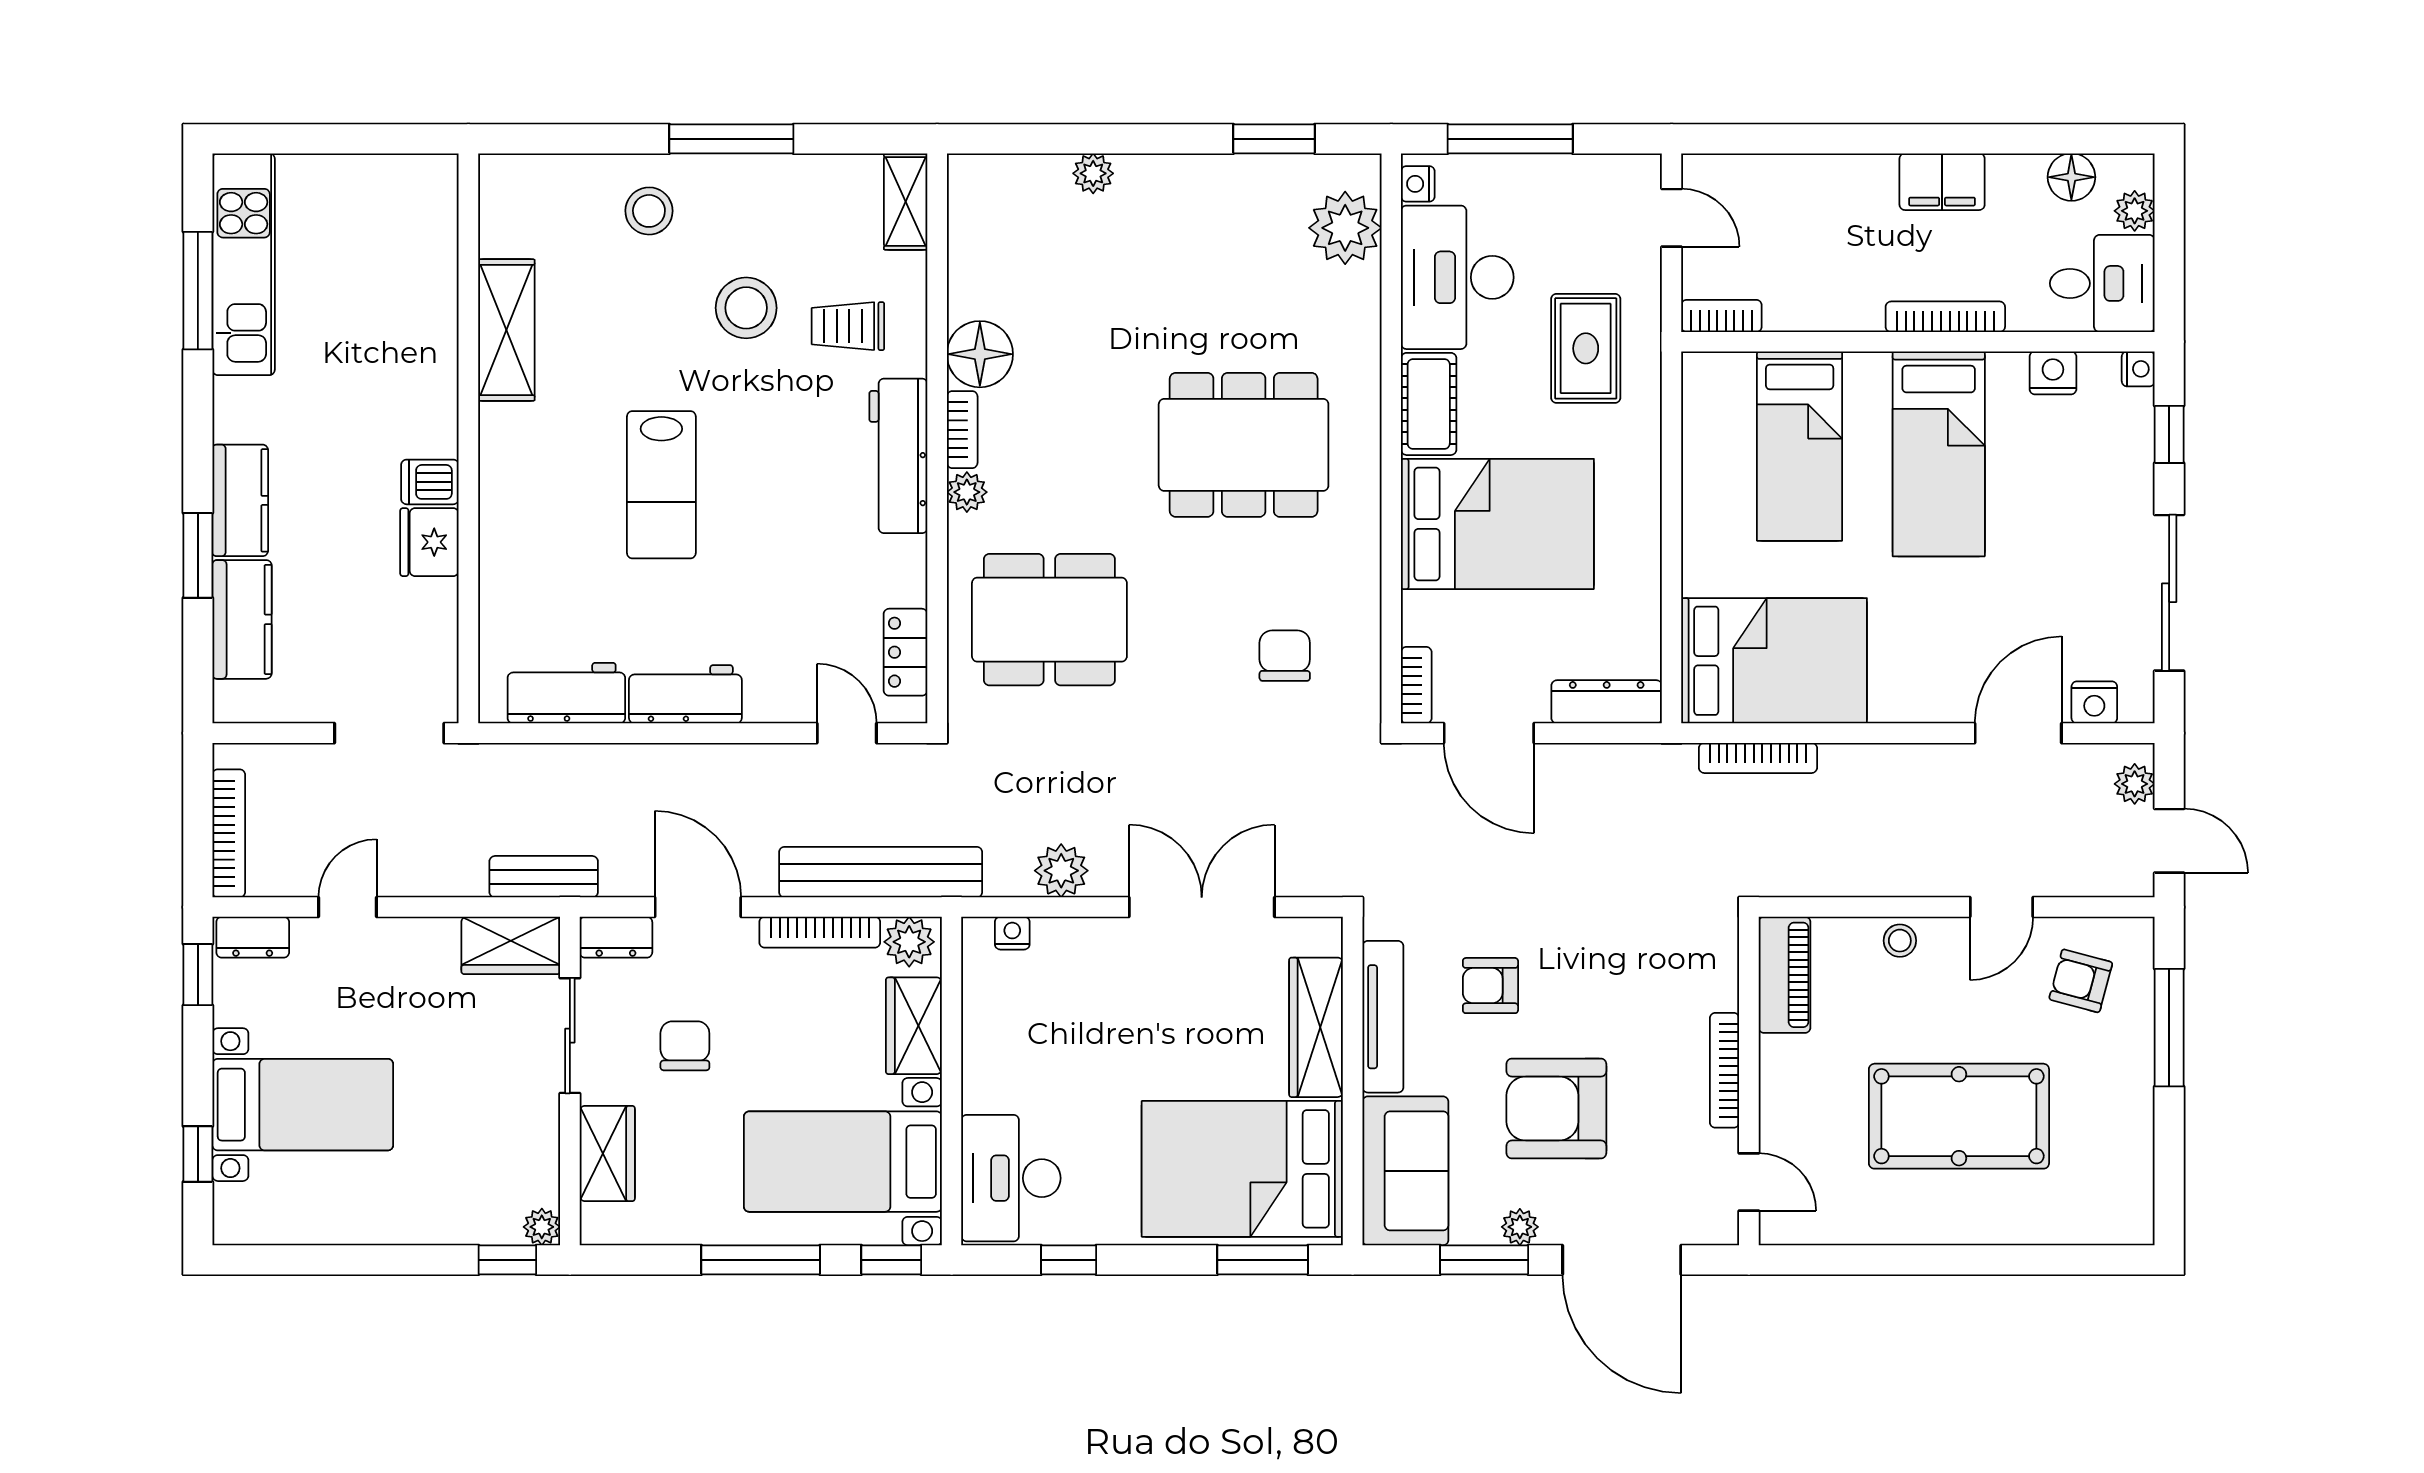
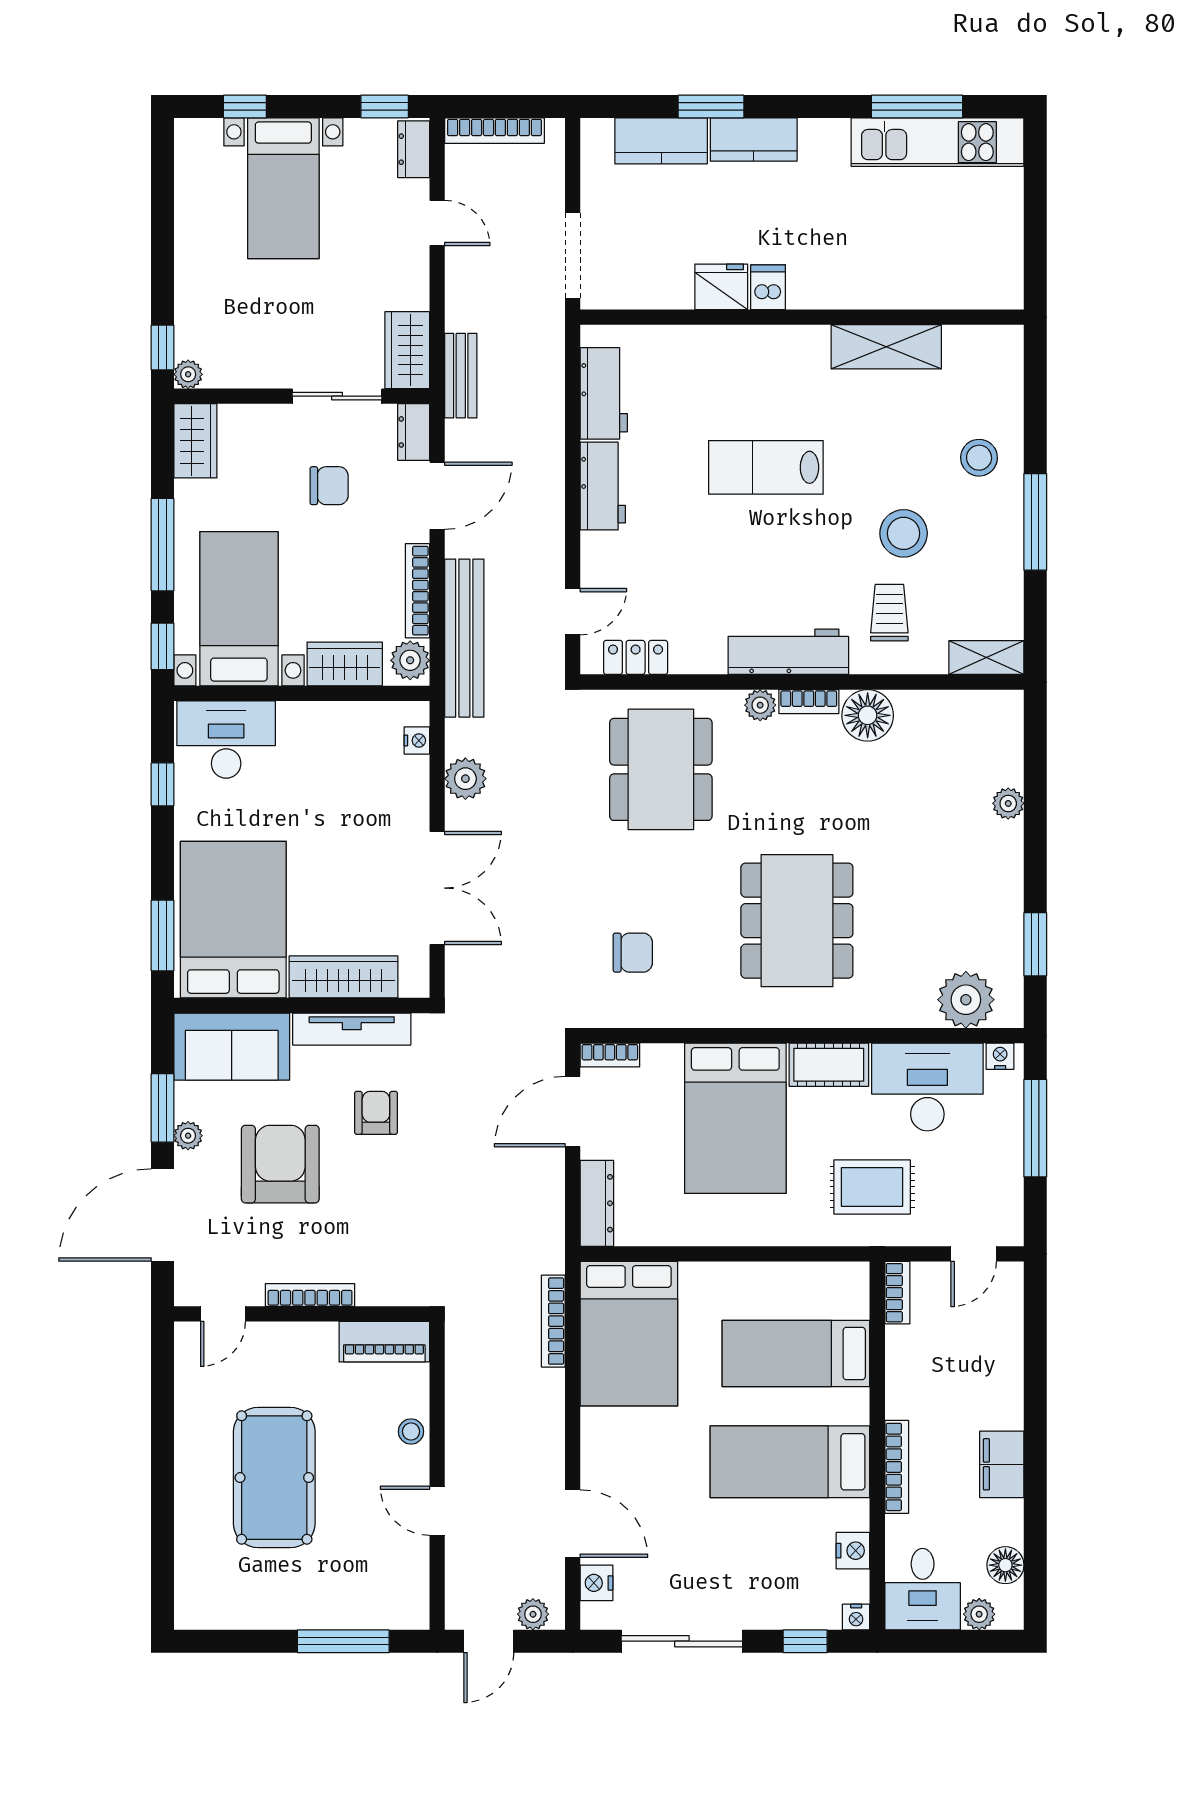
armchair: (2081, 981) -> (380, 1572), removed
wardrobe: (607, 1154) -> (195, 441), moved, turned -90

